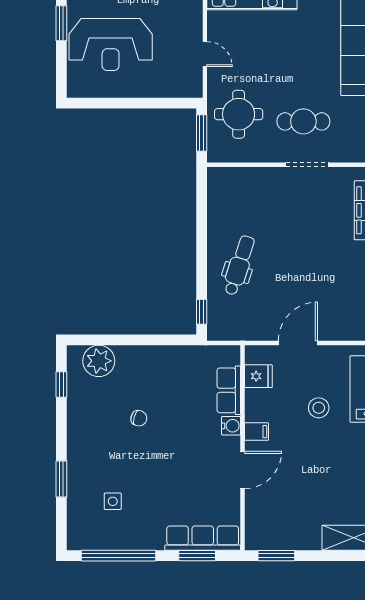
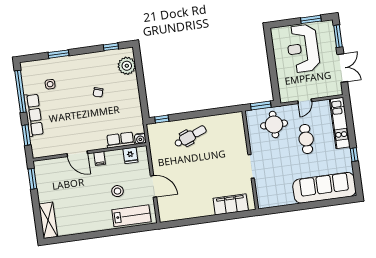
cafe table: (303, 121) -> (306, 139), moved
dental chair: (239, 265) -> (190, 136), turned -39
door: (298, 343) -> (153, 186), moved
water cooler: (231, 426) -> (140, 139), moved
row of seats: (203, 538) -> (34, 115), moved

